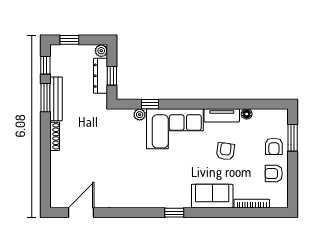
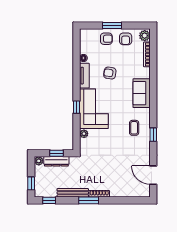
window: (45, 98) -> (89, 200), moved
window: (150, 104) -> (77, 107), moved
window: (293, 138) -> (112, 25), moved
coffee table: (148, 186) -> (134, 128), added
sofa: (212, 196) -> (142, 93), moved
plant: (278, 200) -> (145, 36), added
window: (174, 213) -> (153, 135), moved

